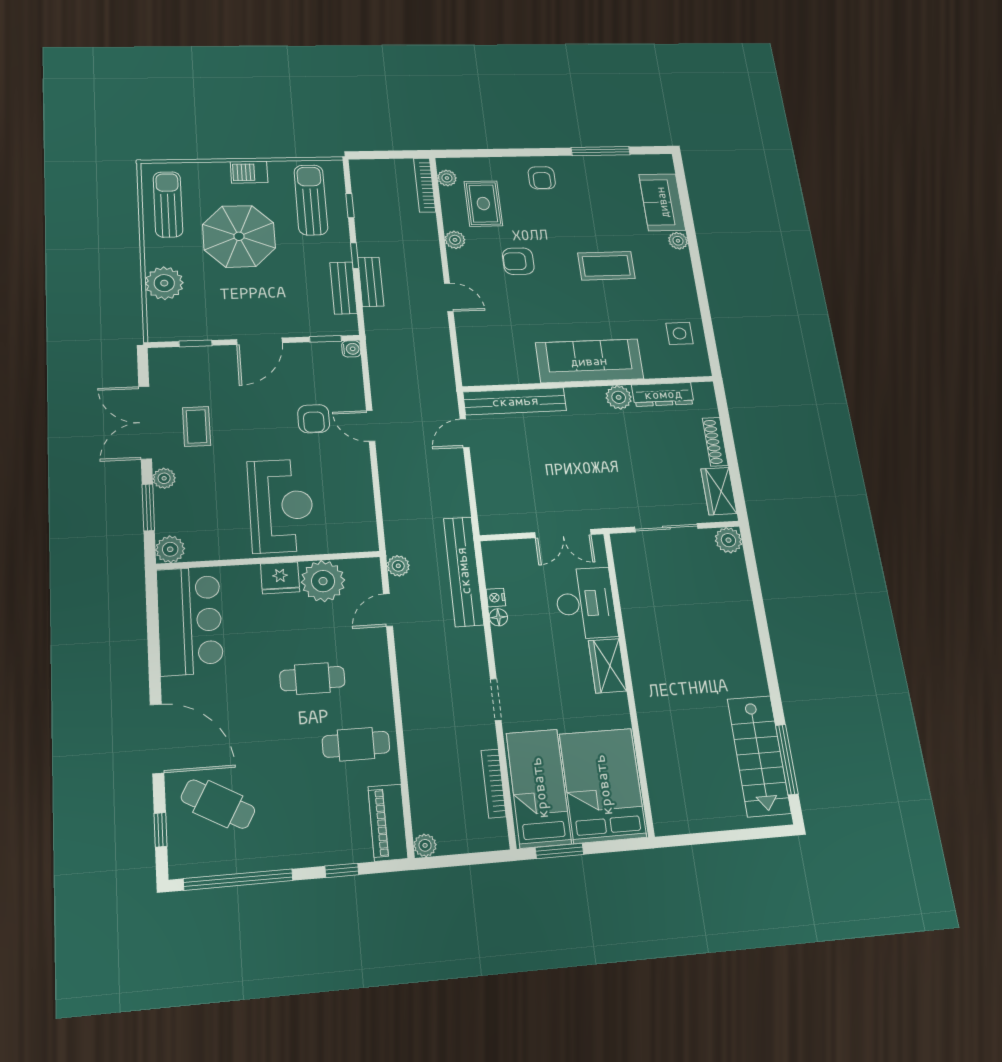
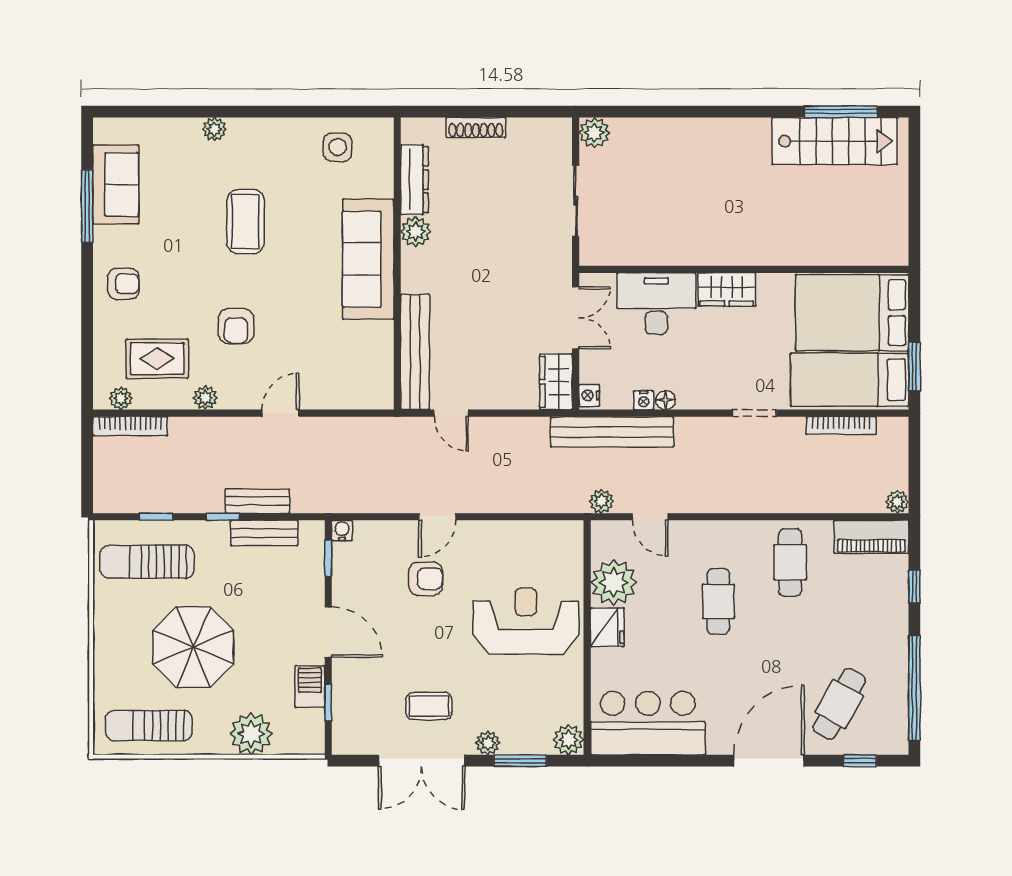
barbecue: (249, 172) -> (310, 687), moved, turned 180
sofa: (662, 202) -> (116, 184), moved, turned -90
wardrobe: (719, 491) -> (556, 382), moved, turned 90
nightstand: (495, 549) -> (589, 395), added

